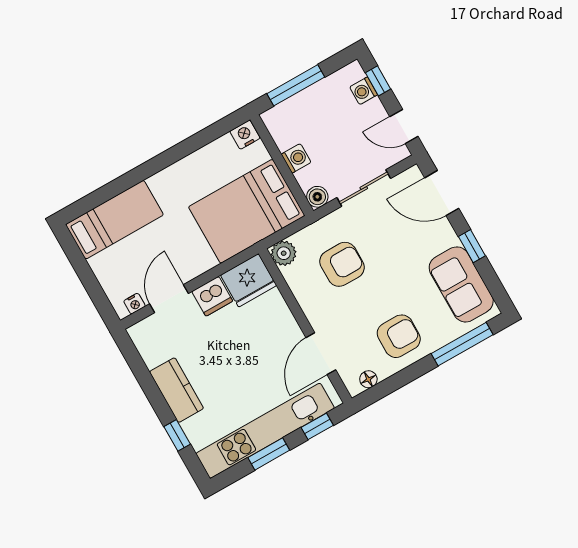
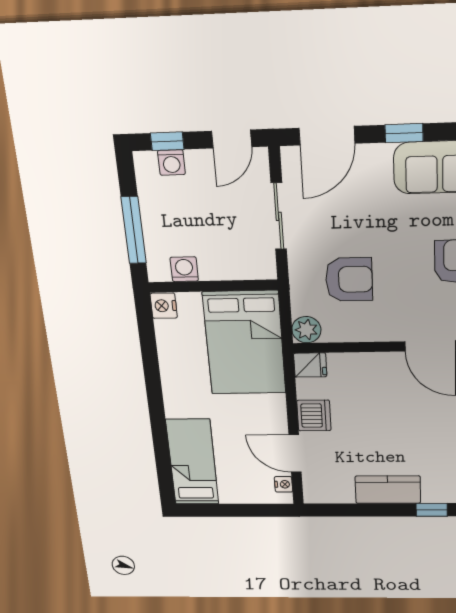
washing machine: (296, 158) -> (184, 269), moved
boiler: (317, 197) -> (264, 268), removed
armchair: (342, 264) -> (349, 279), turned 90
fridge: (249, 280) -> (310, 365), width x0.53, depth x0.75

